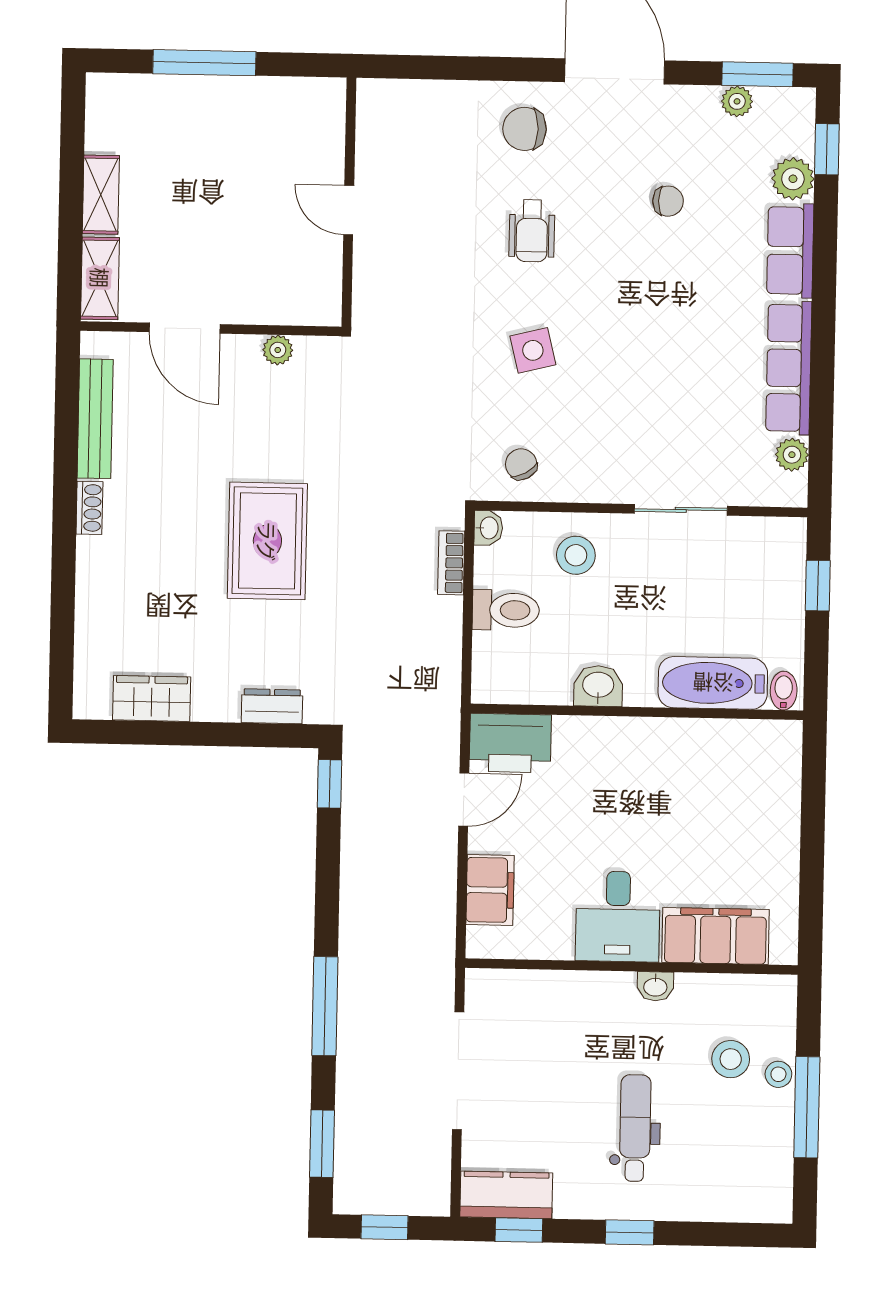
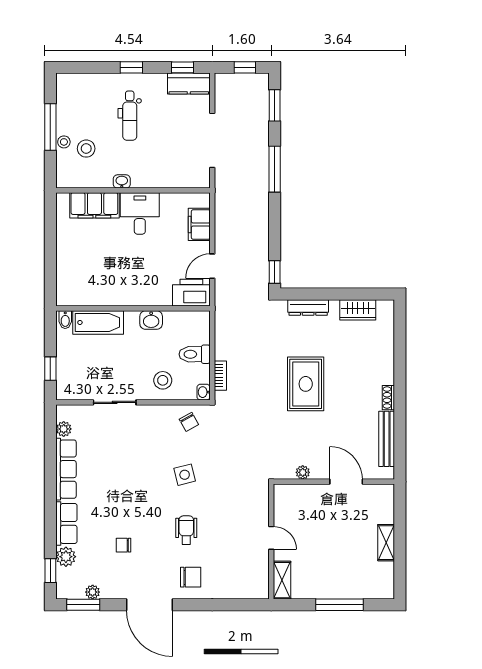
shelving: (100, 278) -> (282, 580), moved
dresser: (272, 706) -> (308, 307), width x1.44

